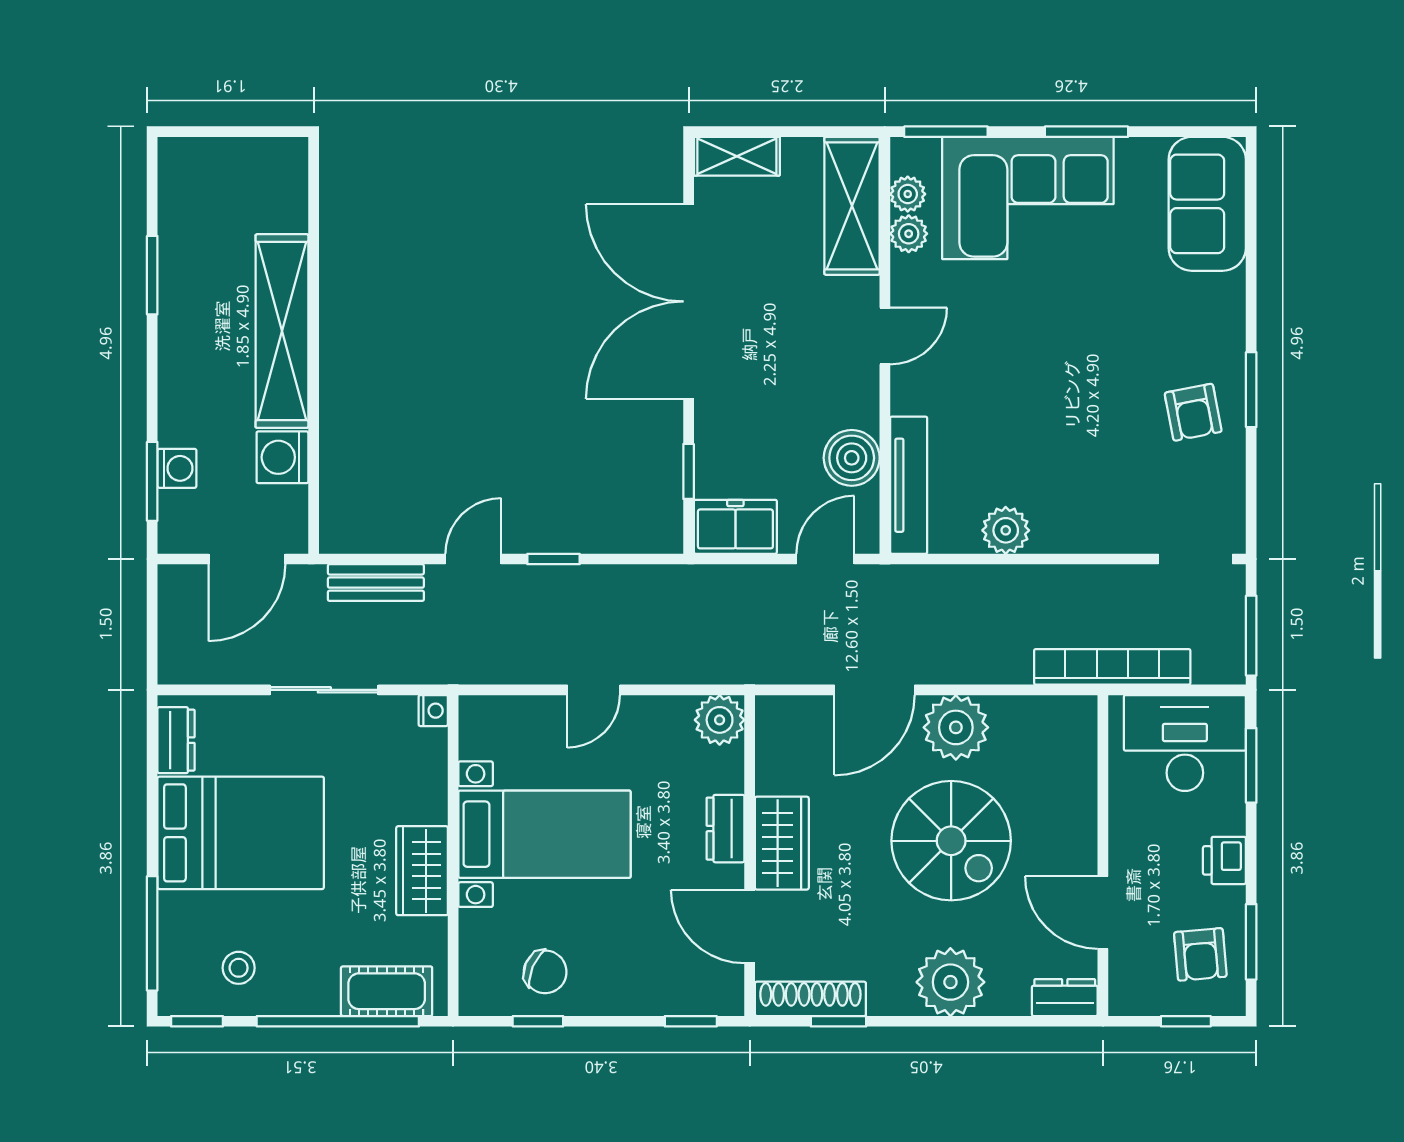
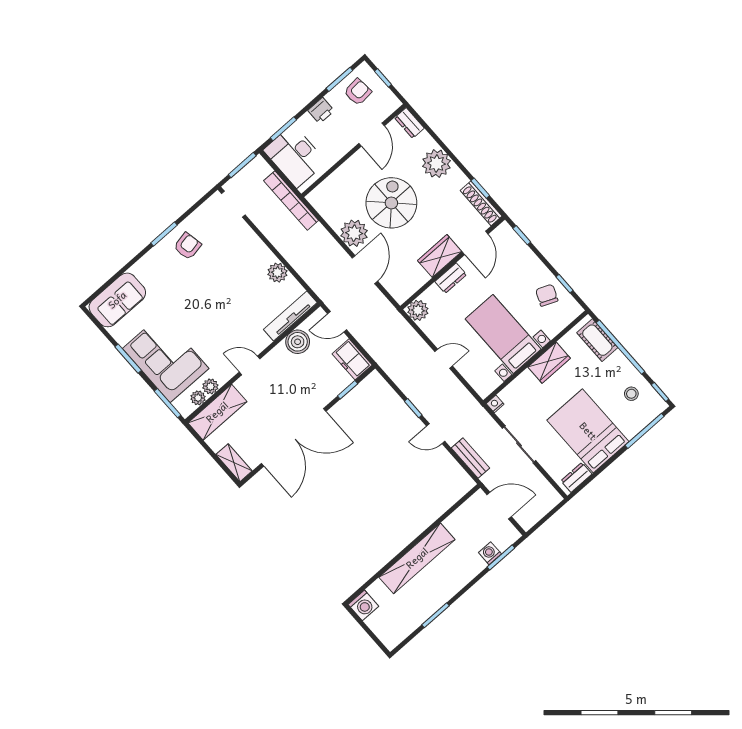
washing machine: (282, 457) -> (363, 605), moved
door: (875, 690) -> (365, 270), hinge flipped

